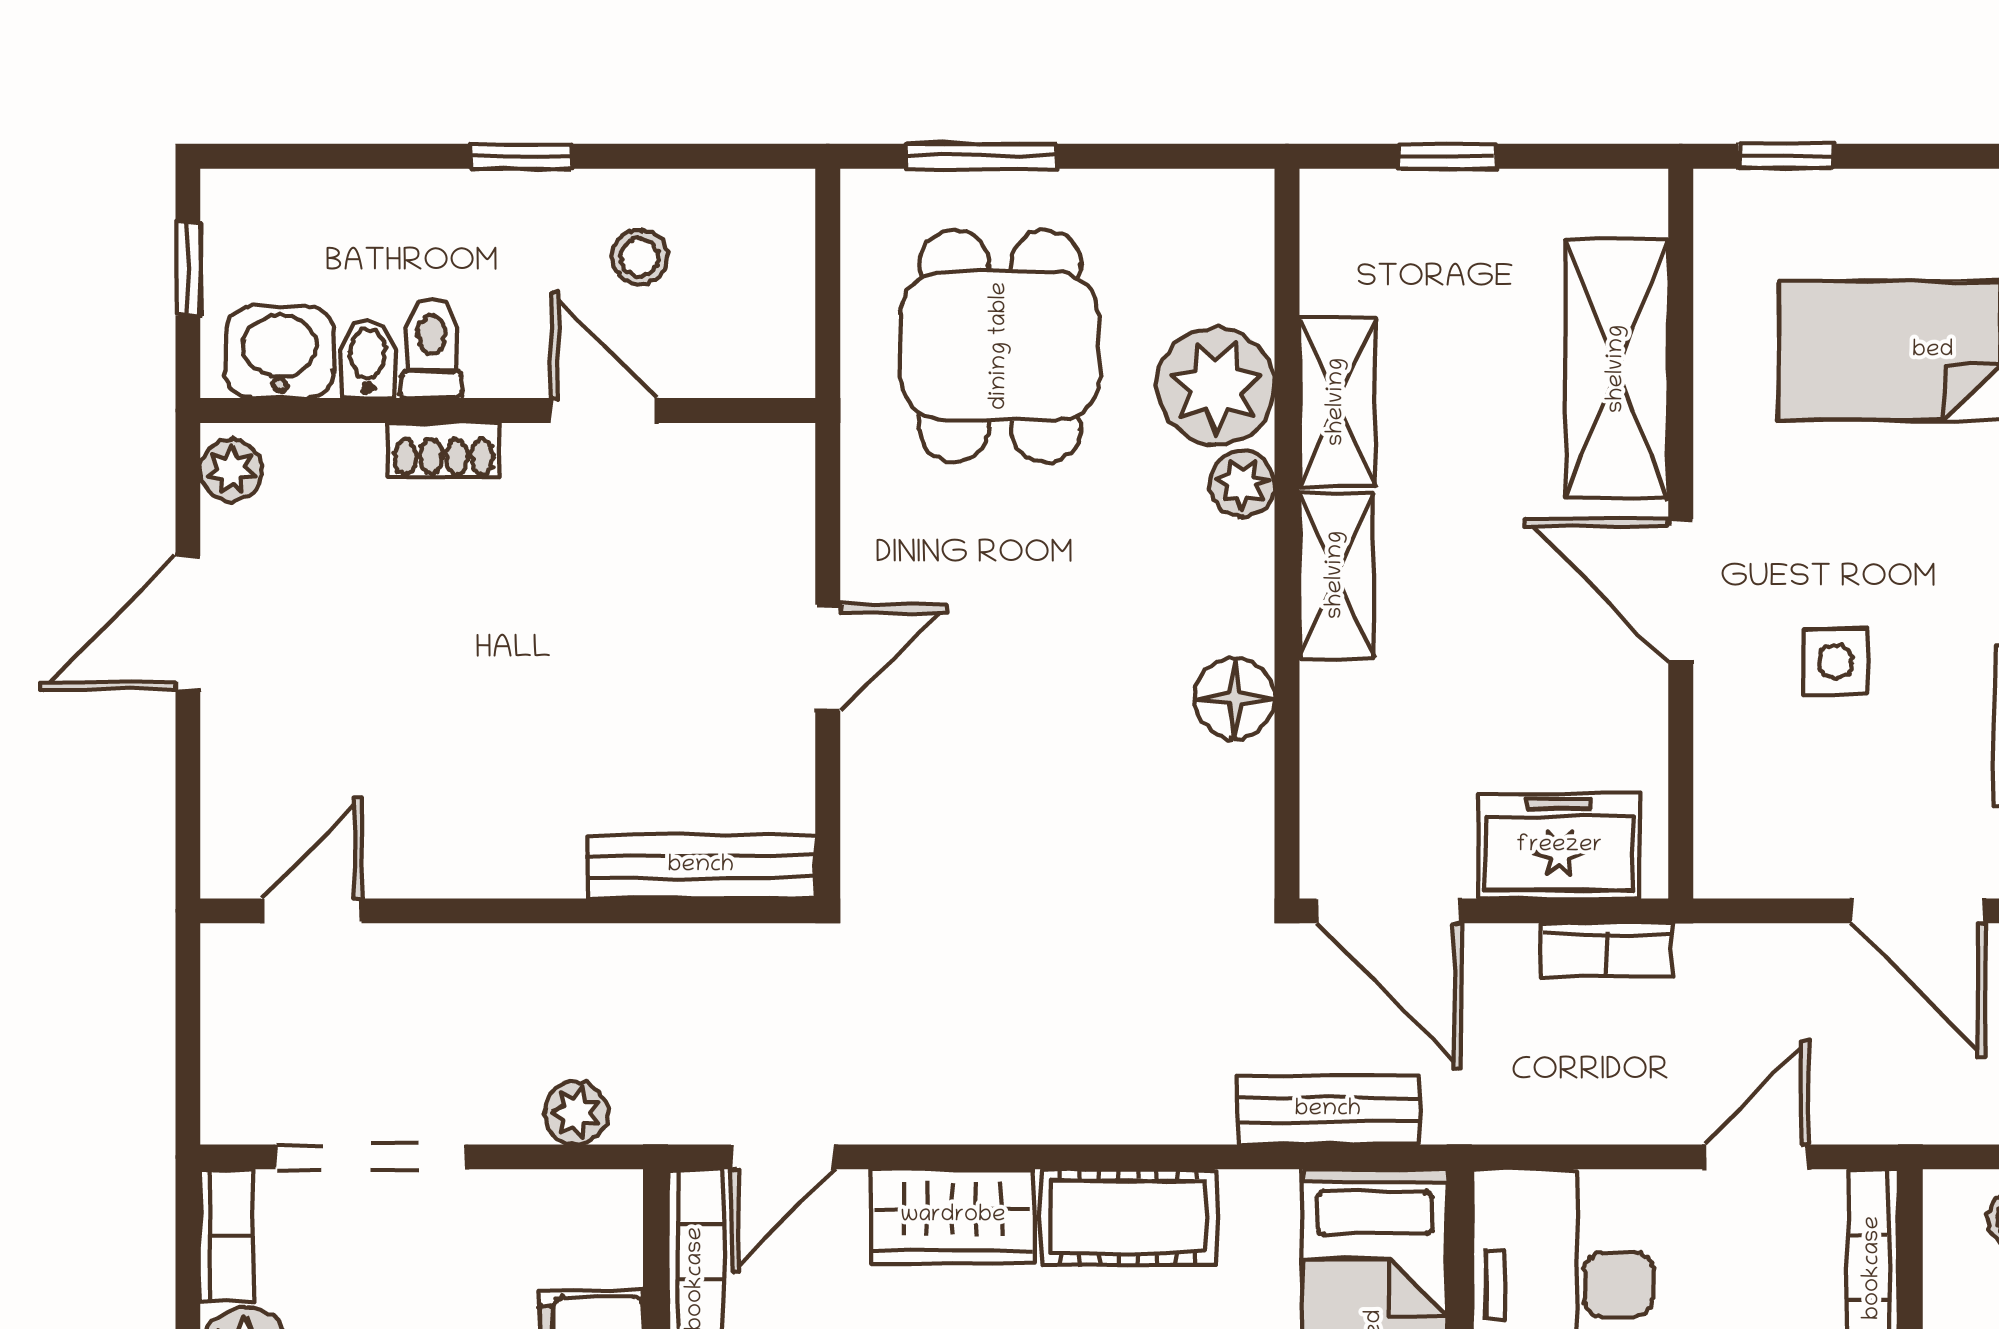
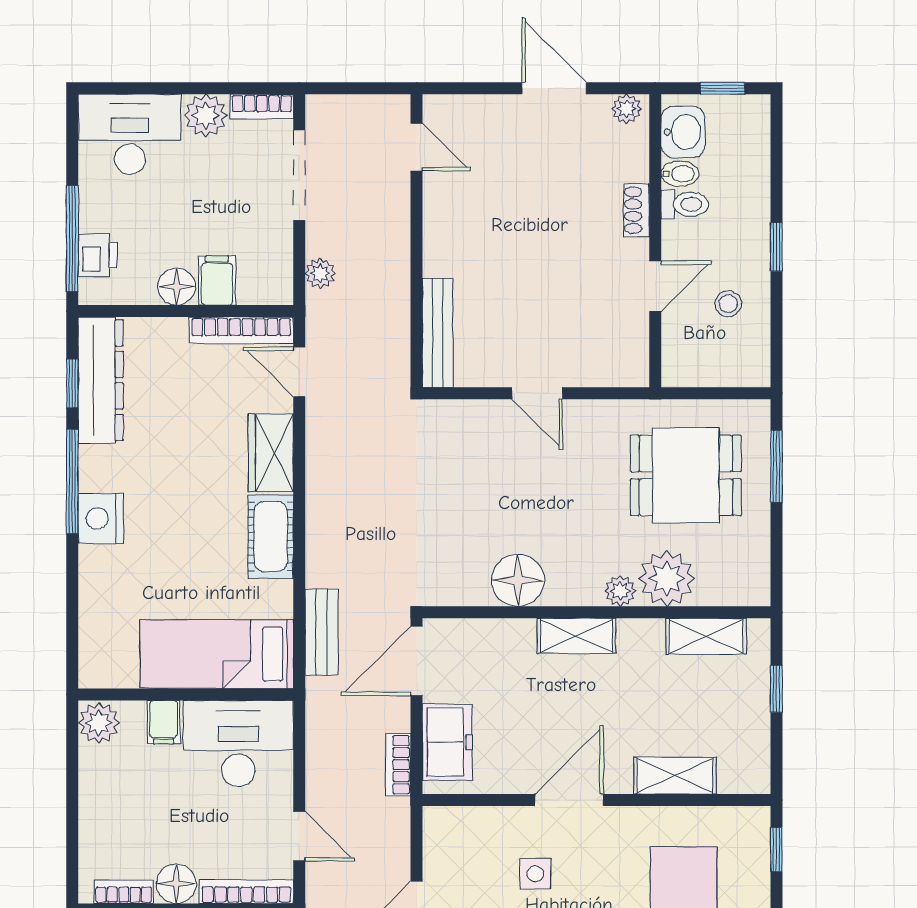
shelving: (1617, 369) -> (675, 776), width x0.67, depth x0.75
shelving: (1337, 402) -> (706, 636), moved
floor lamp: (1235, 698) -> (518, 580), width x1.38, depth x1.38

